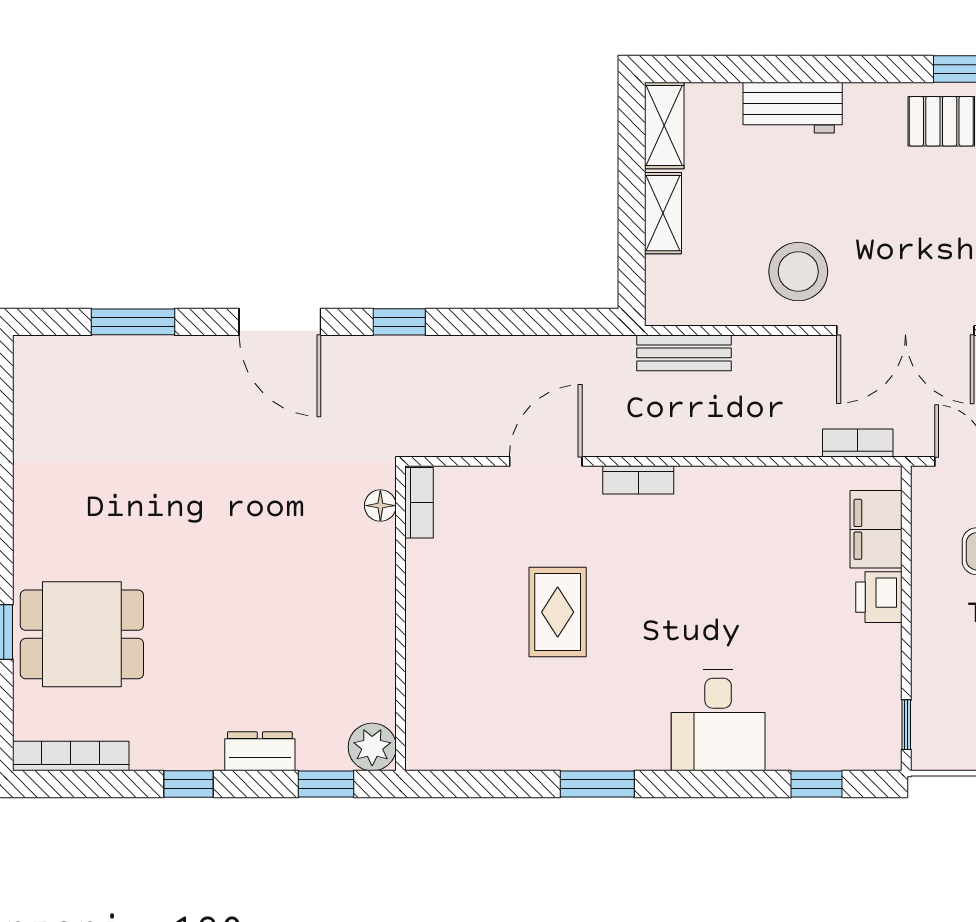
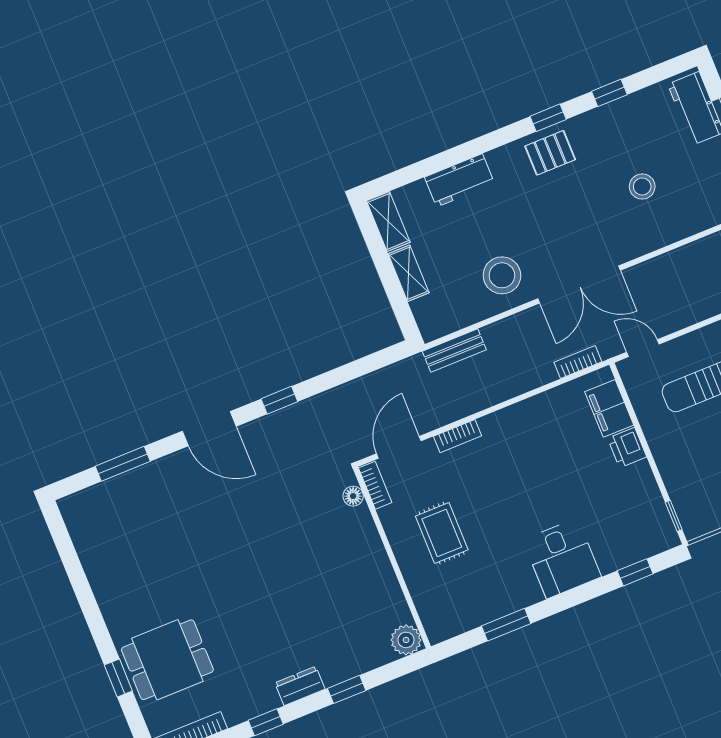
bookcase: (419, 503) -> (375, 485), moved
floor lamp: (380, 506) -> (353, 496), moved
wall: (401, 618) -> (392, 558), moved
plant: (372, 747) -> (406, 640), moved

